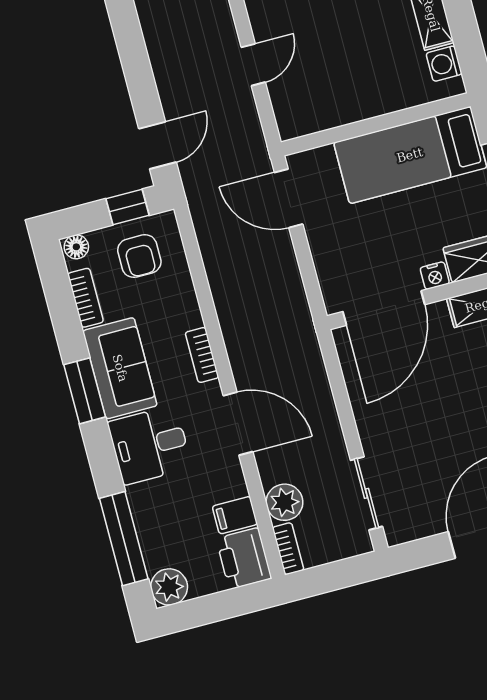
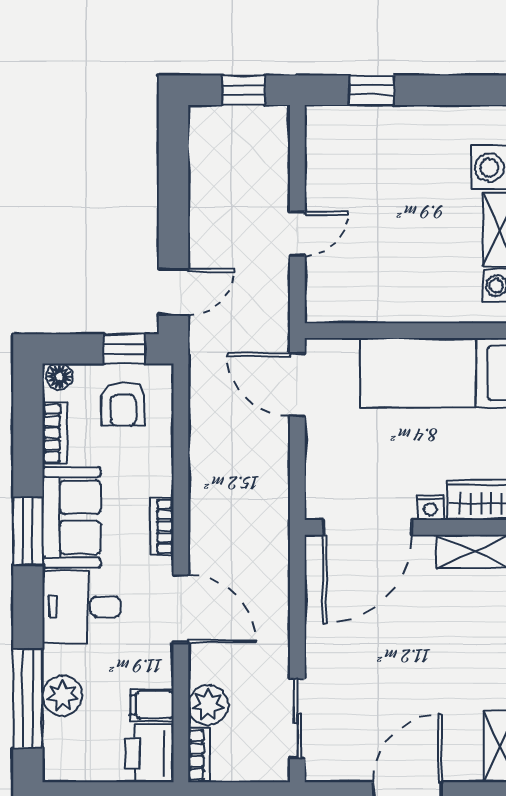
plant: (169, 587) -> (62, 696), moved

